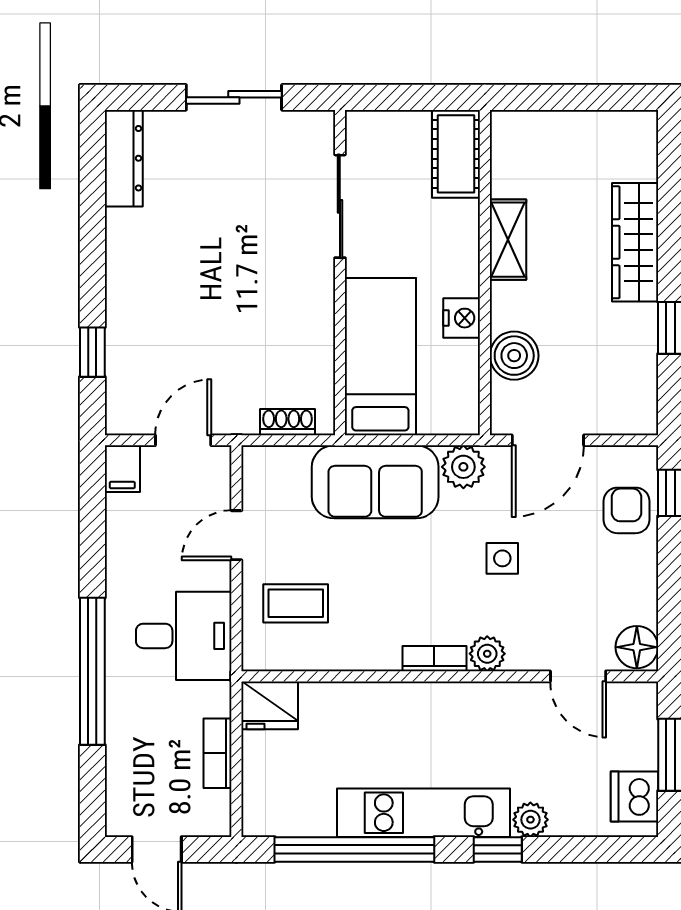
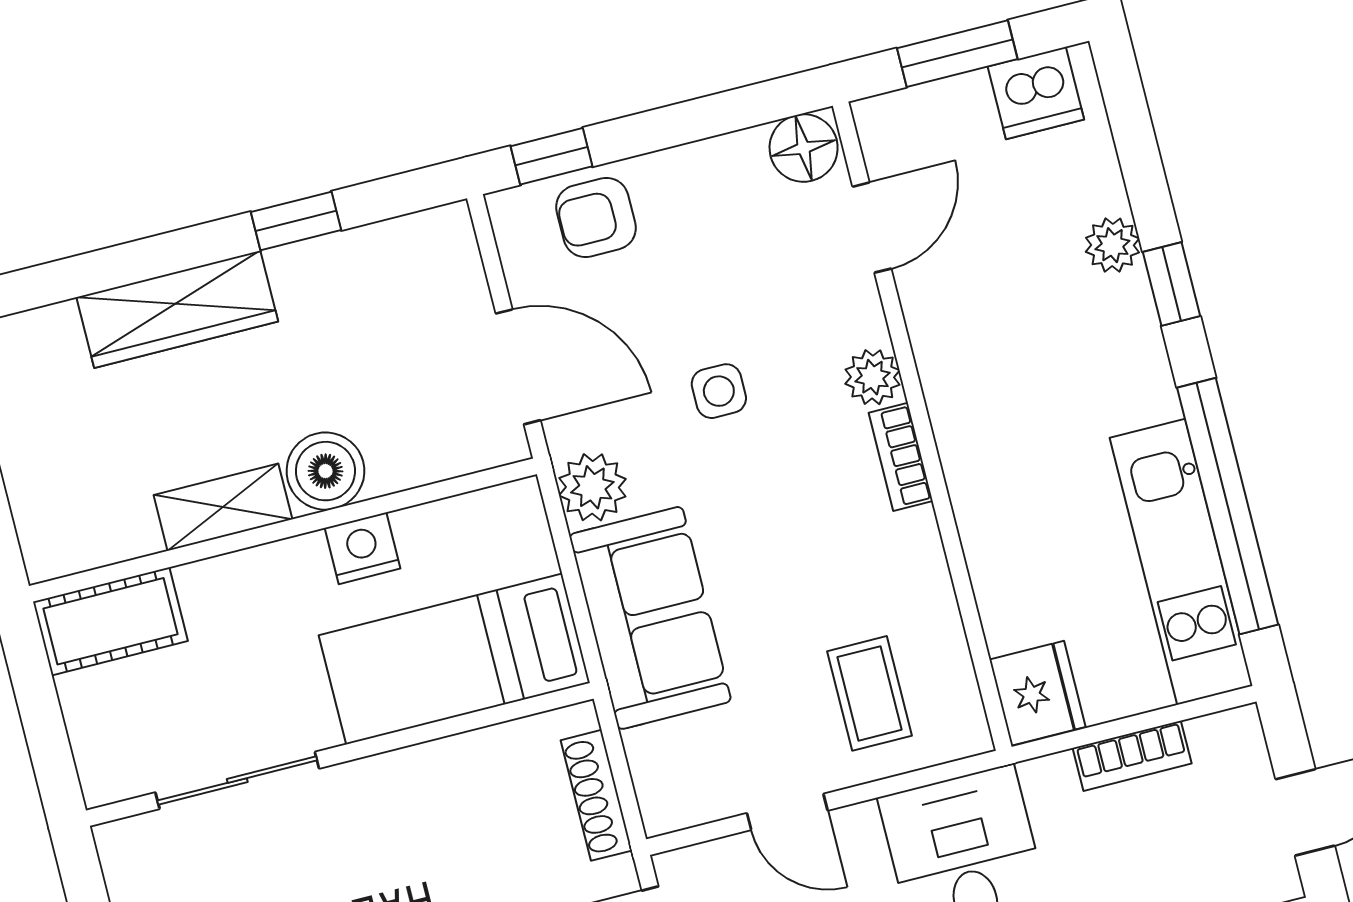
boiler: (514, 356) -> (325, 471), moved
shoe rack: (287, 422) -> (596, 795), width x1.43
kitchen unit: (423, 813) -> (1181, 562), moved

